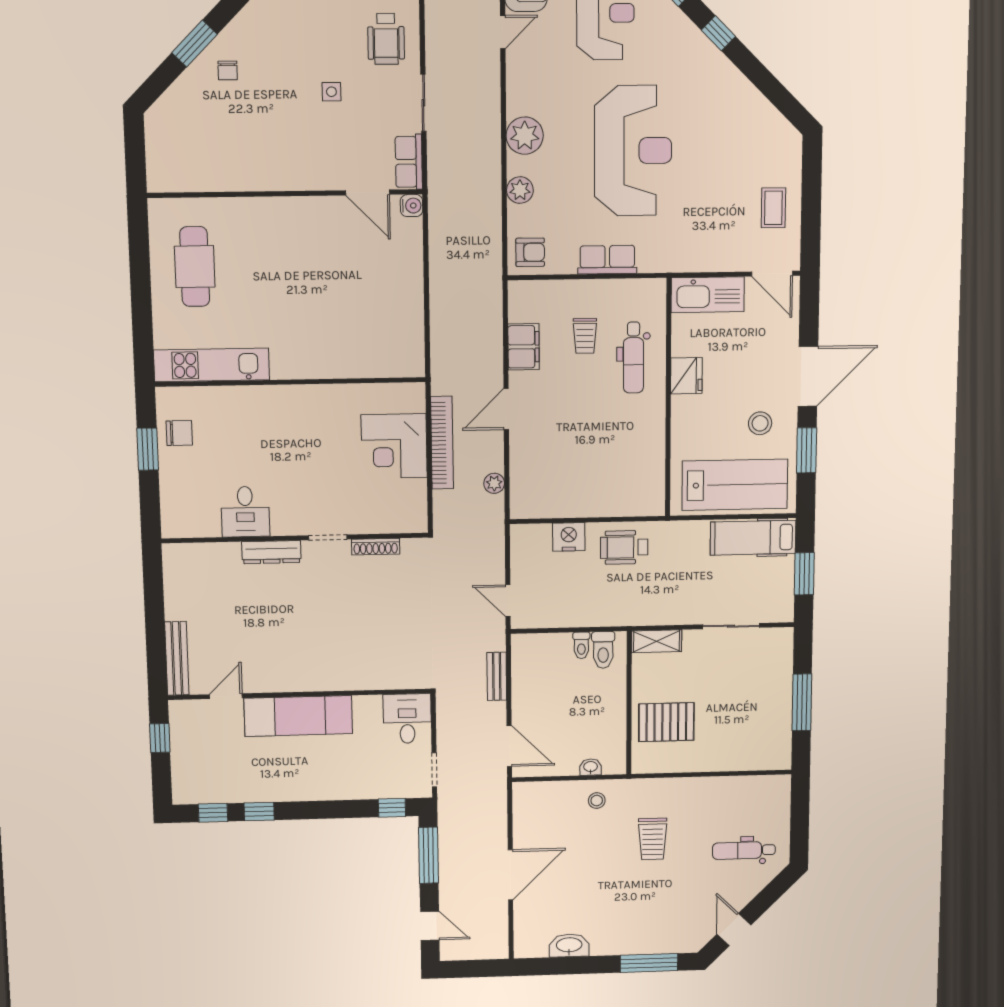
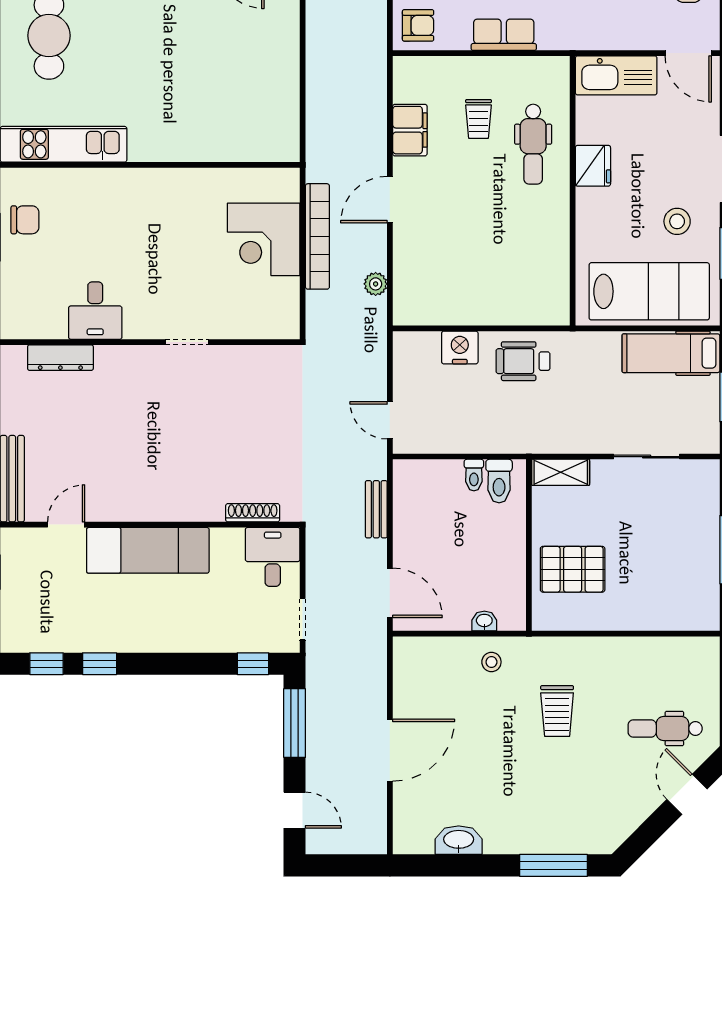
shoe rack: (376, 547) -> (253, 513), moved, turned 180
dresser: (271, 552) -> (60, 358), moved
door: (734, 930) -> (687, 794), moved

